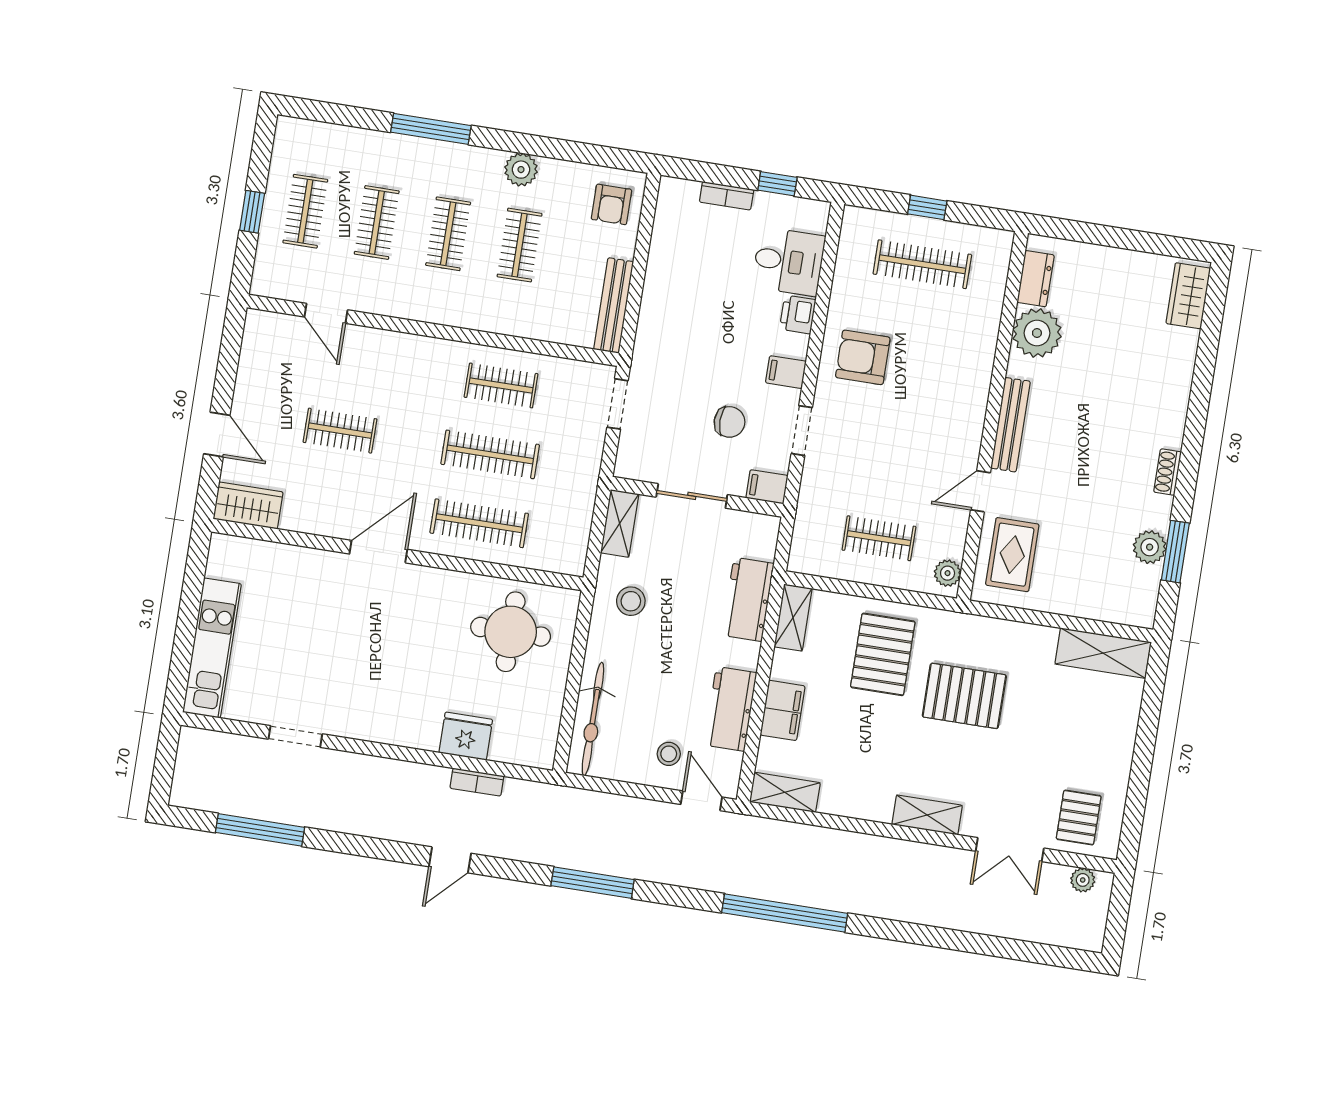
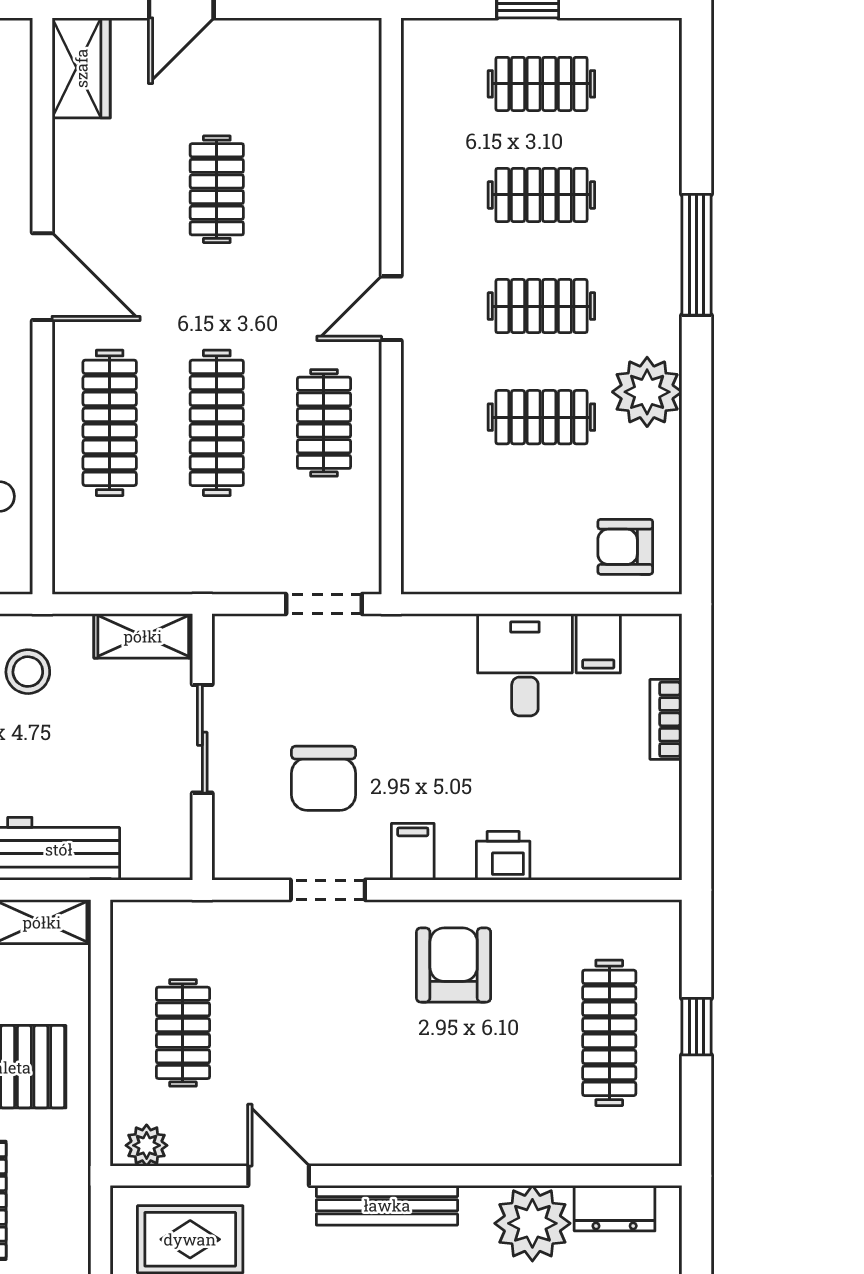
plant: (521, 170) -> (647, 392), width x1.36, depth x1.36
window: (777, 184) -> (696, 794), removed
desk: (788, 262) -> (525, 665), moved, turned 180
bench: (614, 306) -> (472, 574), removed
door: (326, 313) -> (391, 308), moved
chair: (730, 422) -> (324, 778), width x1.37, depth x1.37
filing cabinet: (767, 487) -> (598, 643), moved, turned 180

